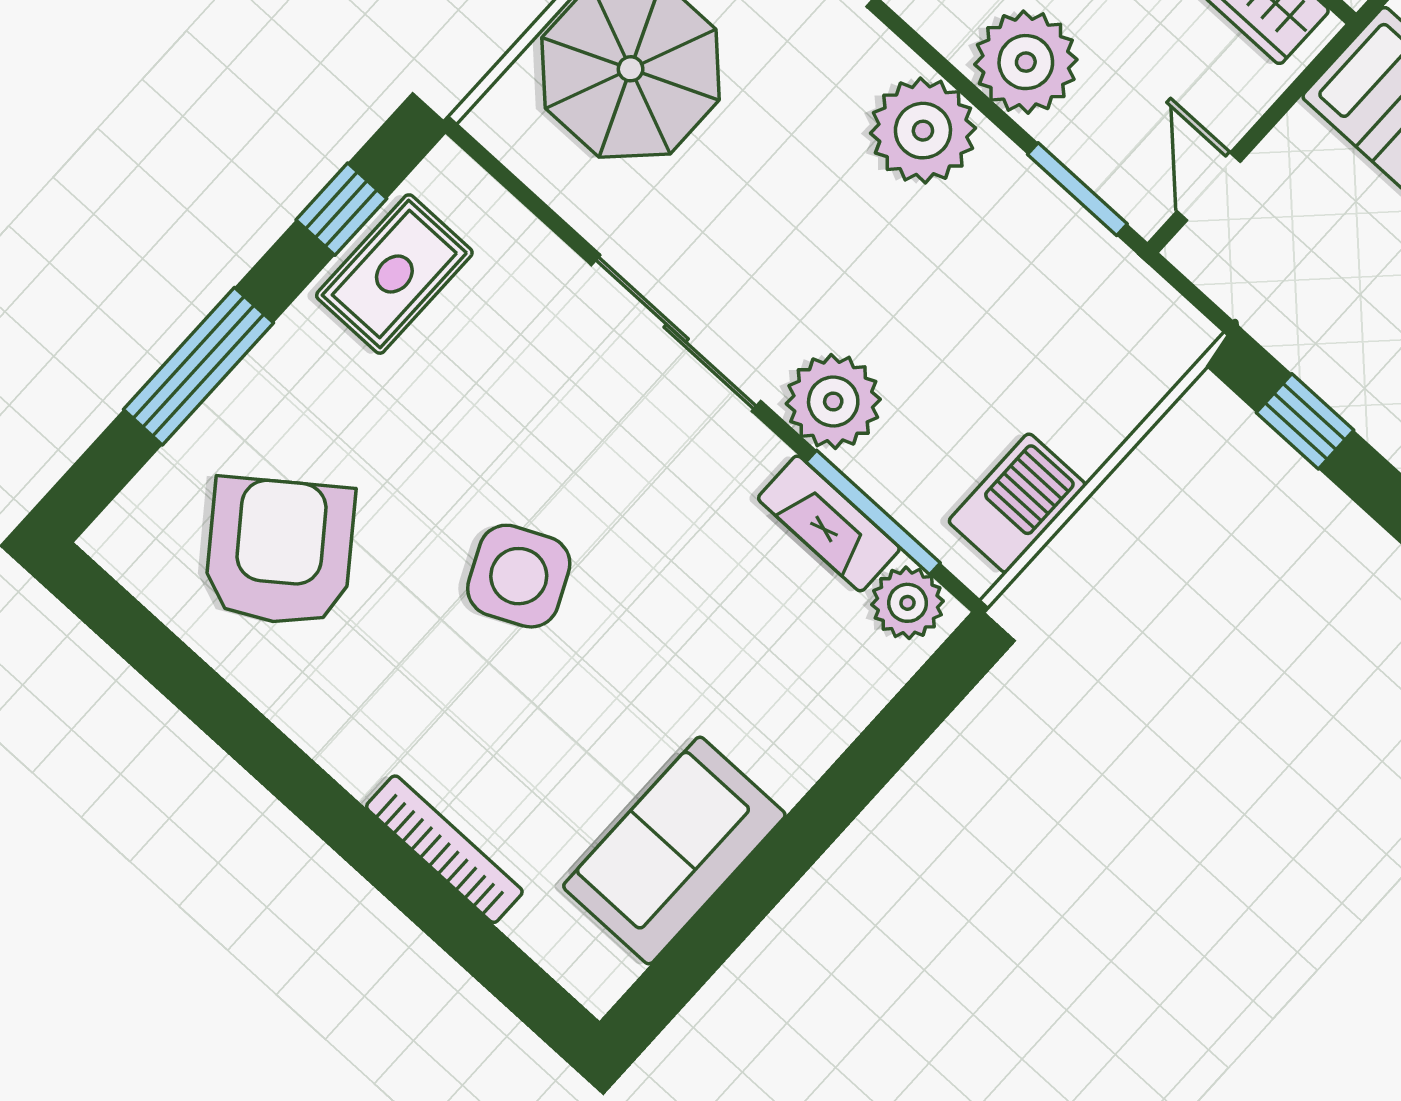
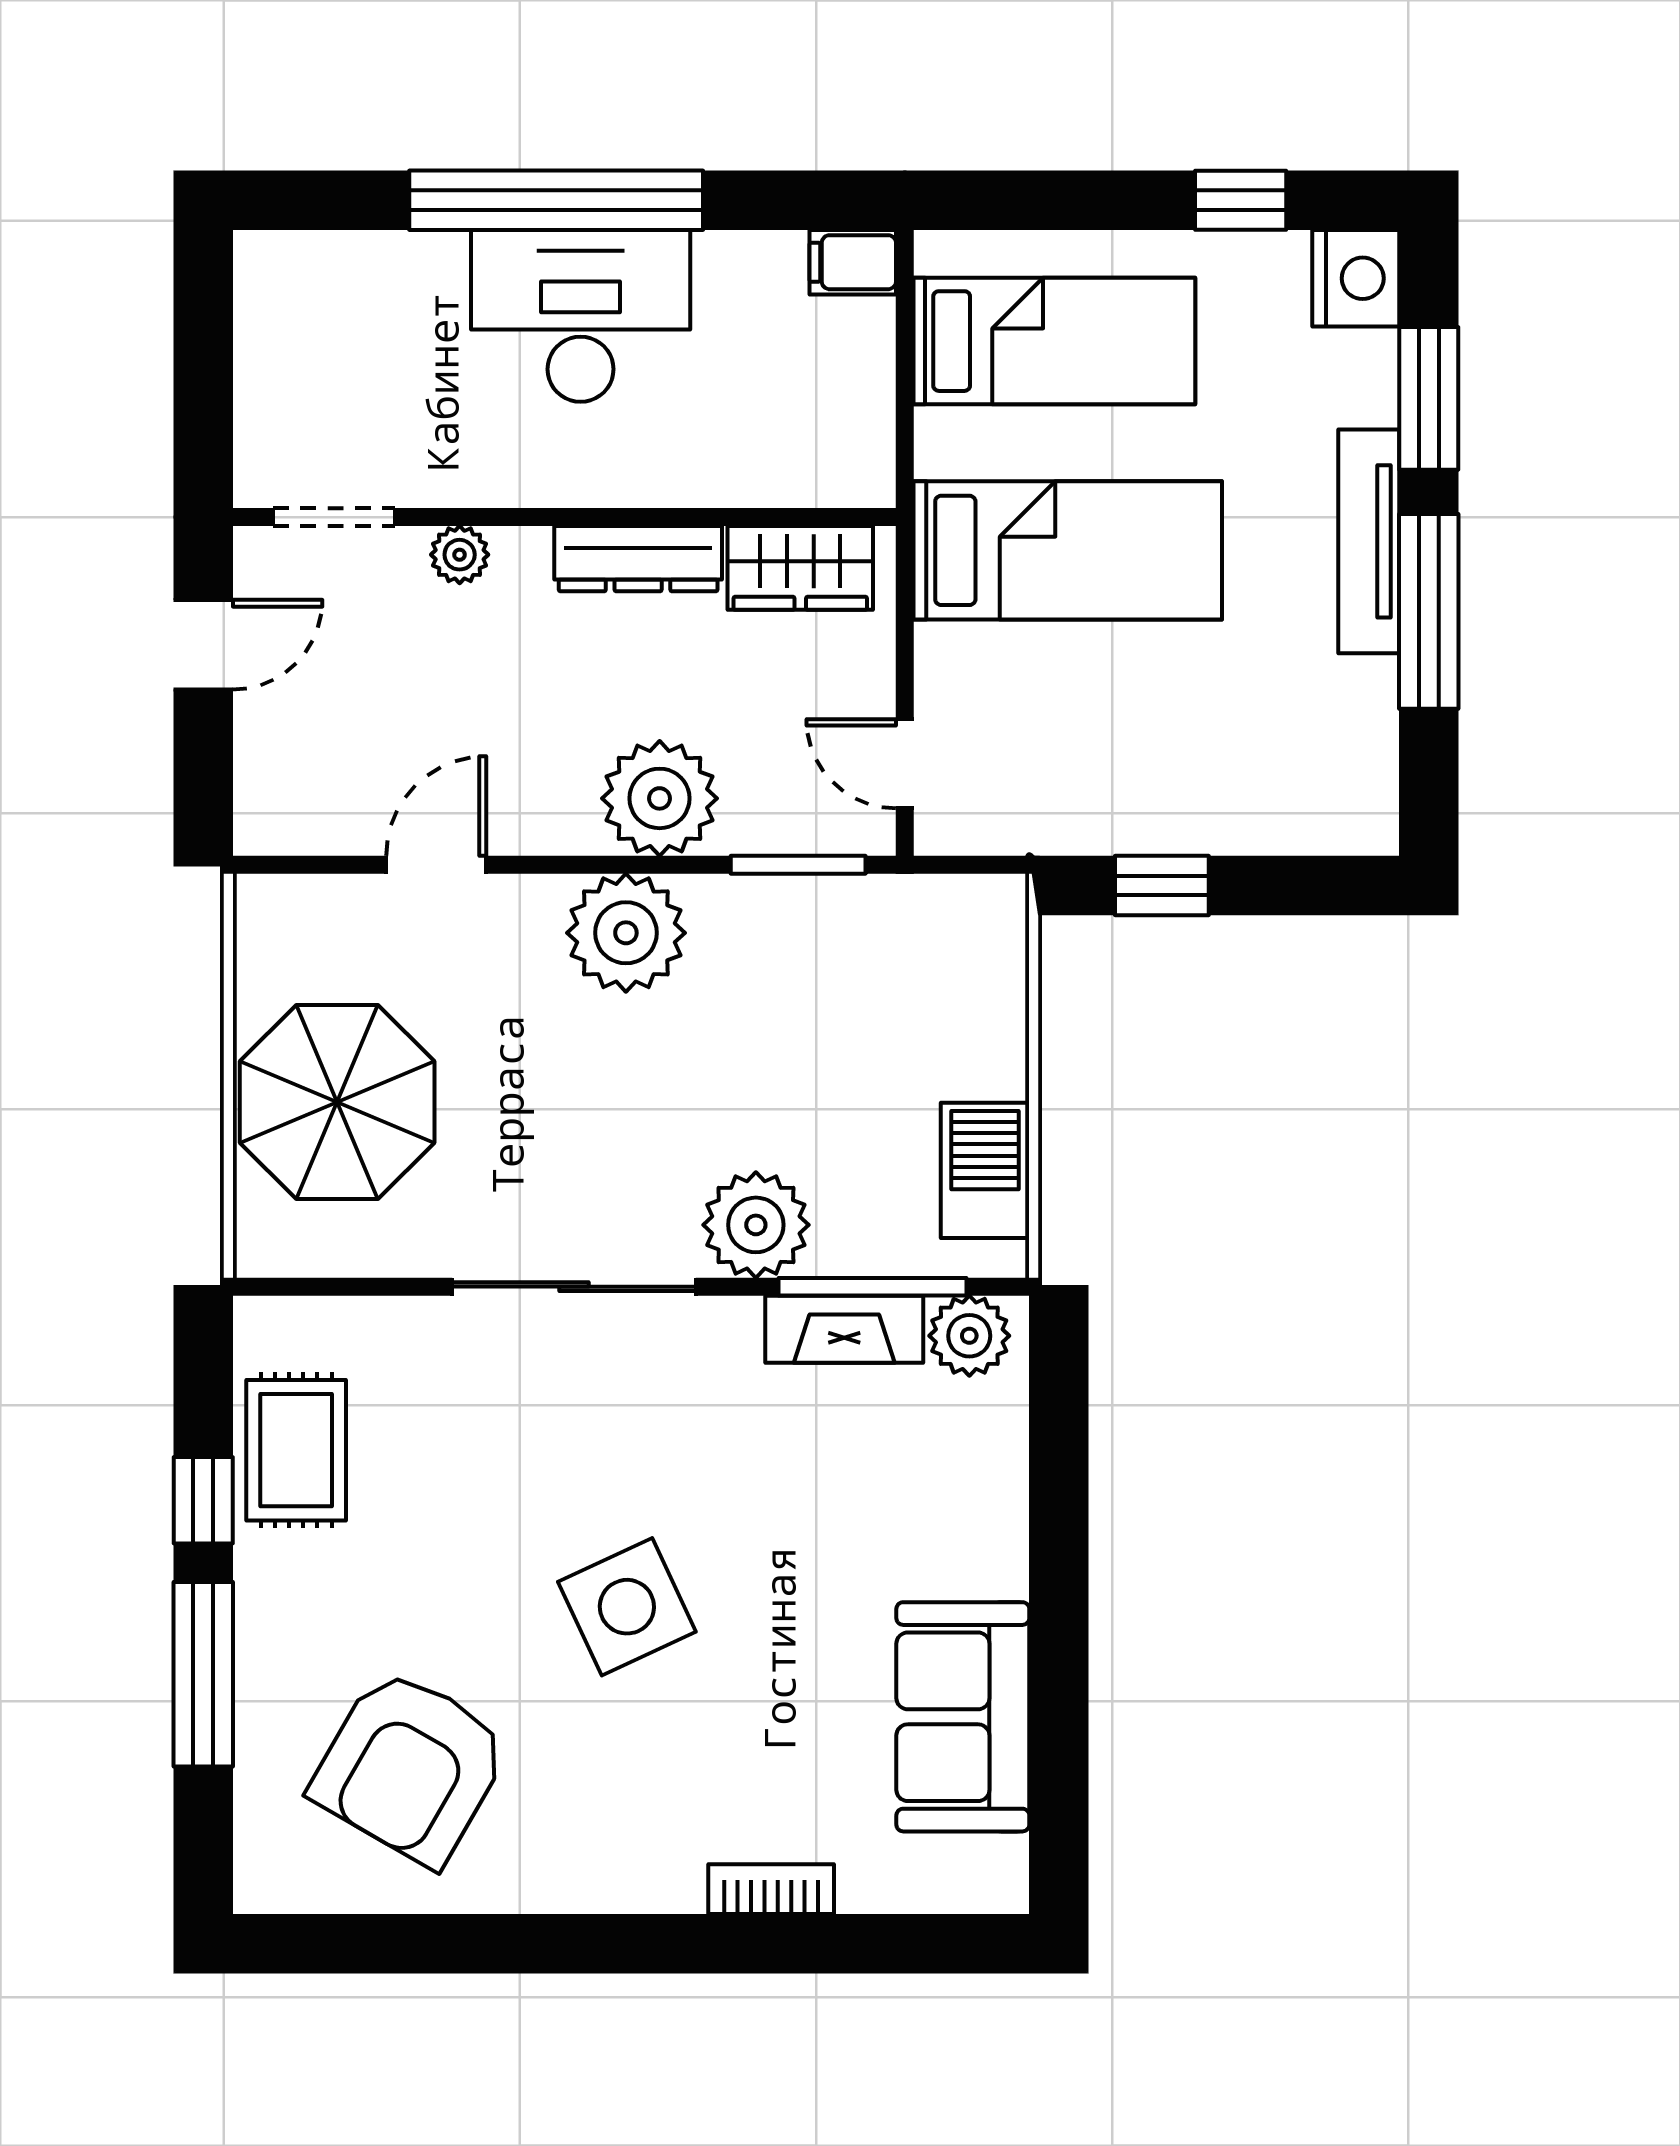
window: (341, 209) -> (203, 1500), moved
armchair: (280, 552) -> (410, 1767), turned -113
bookcase: (444, 849) -> (771, 1889), width x0.64

